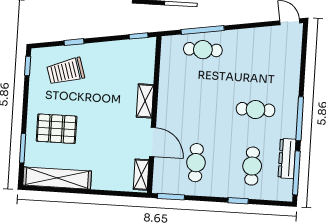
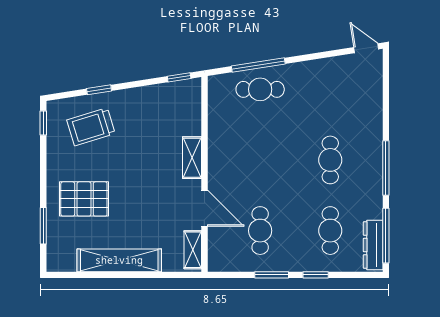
cafe table: (256, 110) -> (330, 160), turned 90
dresser: (287, 159) -> (373, 245), moved
shelving: (57, 178) -> (119, 260), moved
window: (171, 197) -> (272, 275), moved

